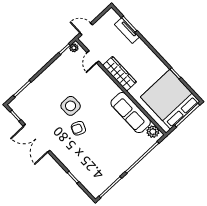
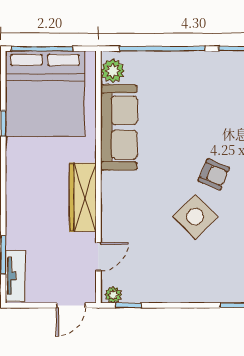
door: (86, 29) -> (71, 305), hinge flipped
tv unit: (127, 31) -> (15, 276), moved
side table: (71, 106) -> (195, 217), turned 45

